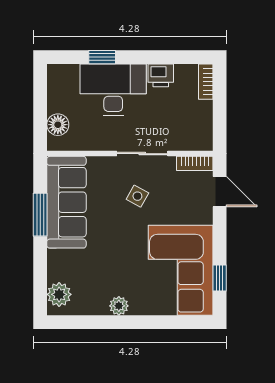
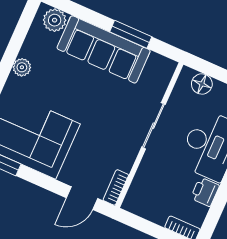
sliding door: (142, 154) -> (153, 126), moved
side table: (137, 196) -> (110, 125), removed
sofa: (66, 202) -> (104, 49), moved

